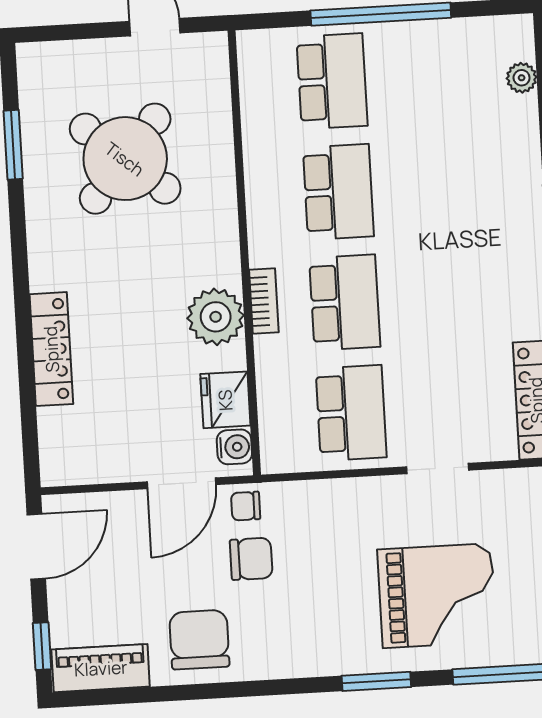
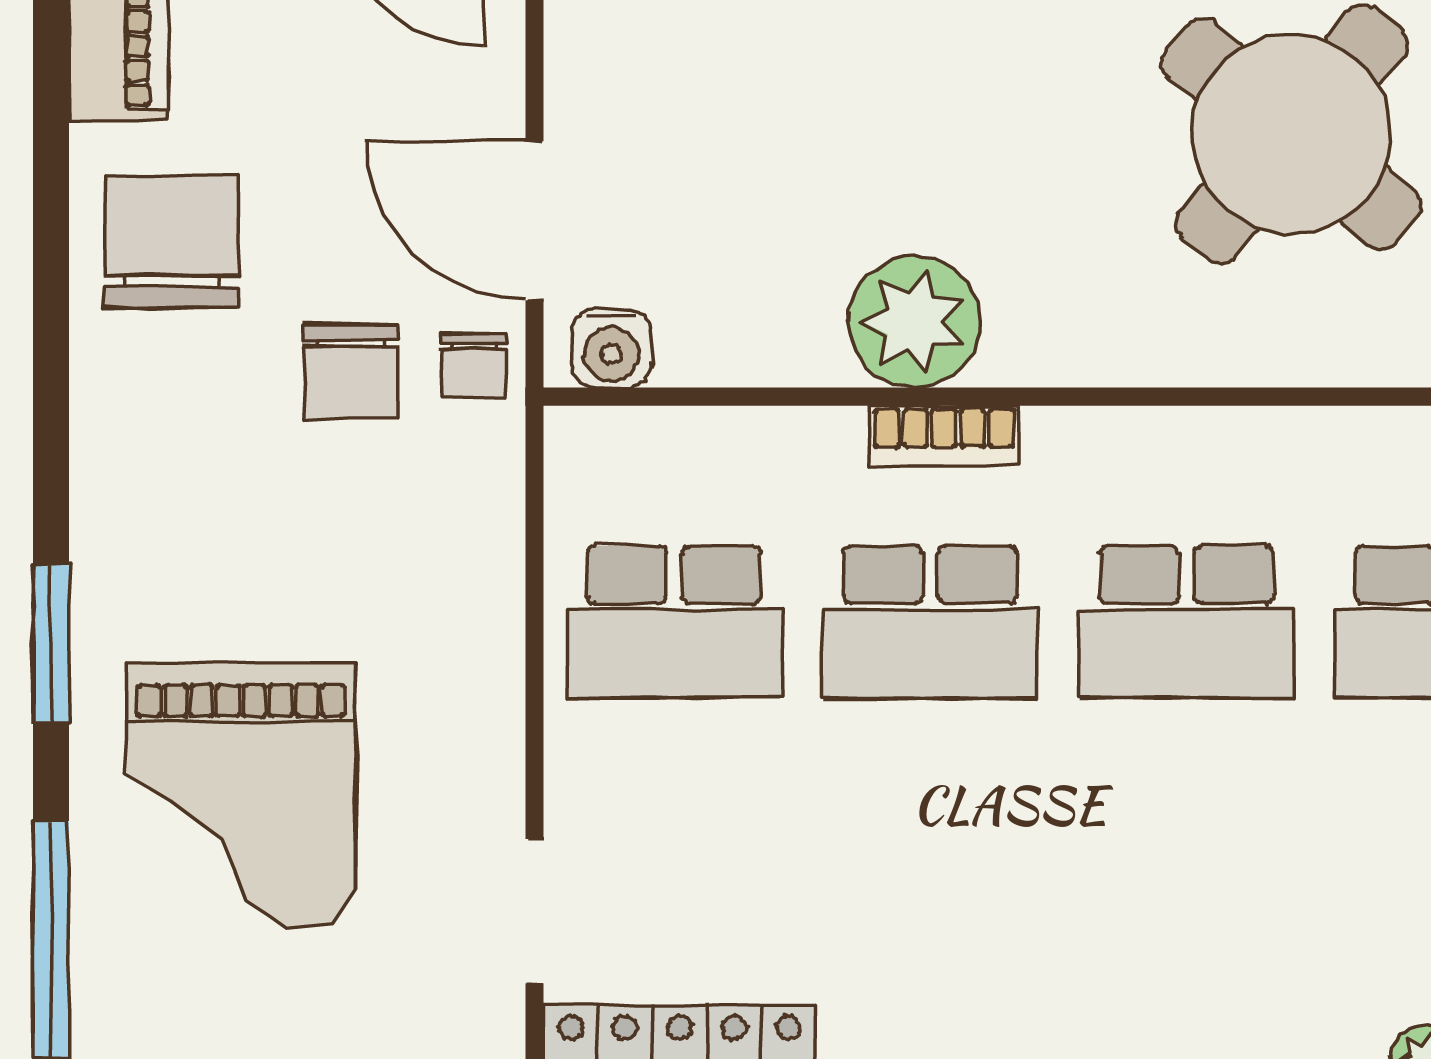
fridge: (225, 400) -> (721, 333), removed
doorway: (438, 468) -> (535, 911), moved
chair: (246, 506) -> (473, 366), turned 180
chair: (199, 640) -> (171, 241), turned -90

